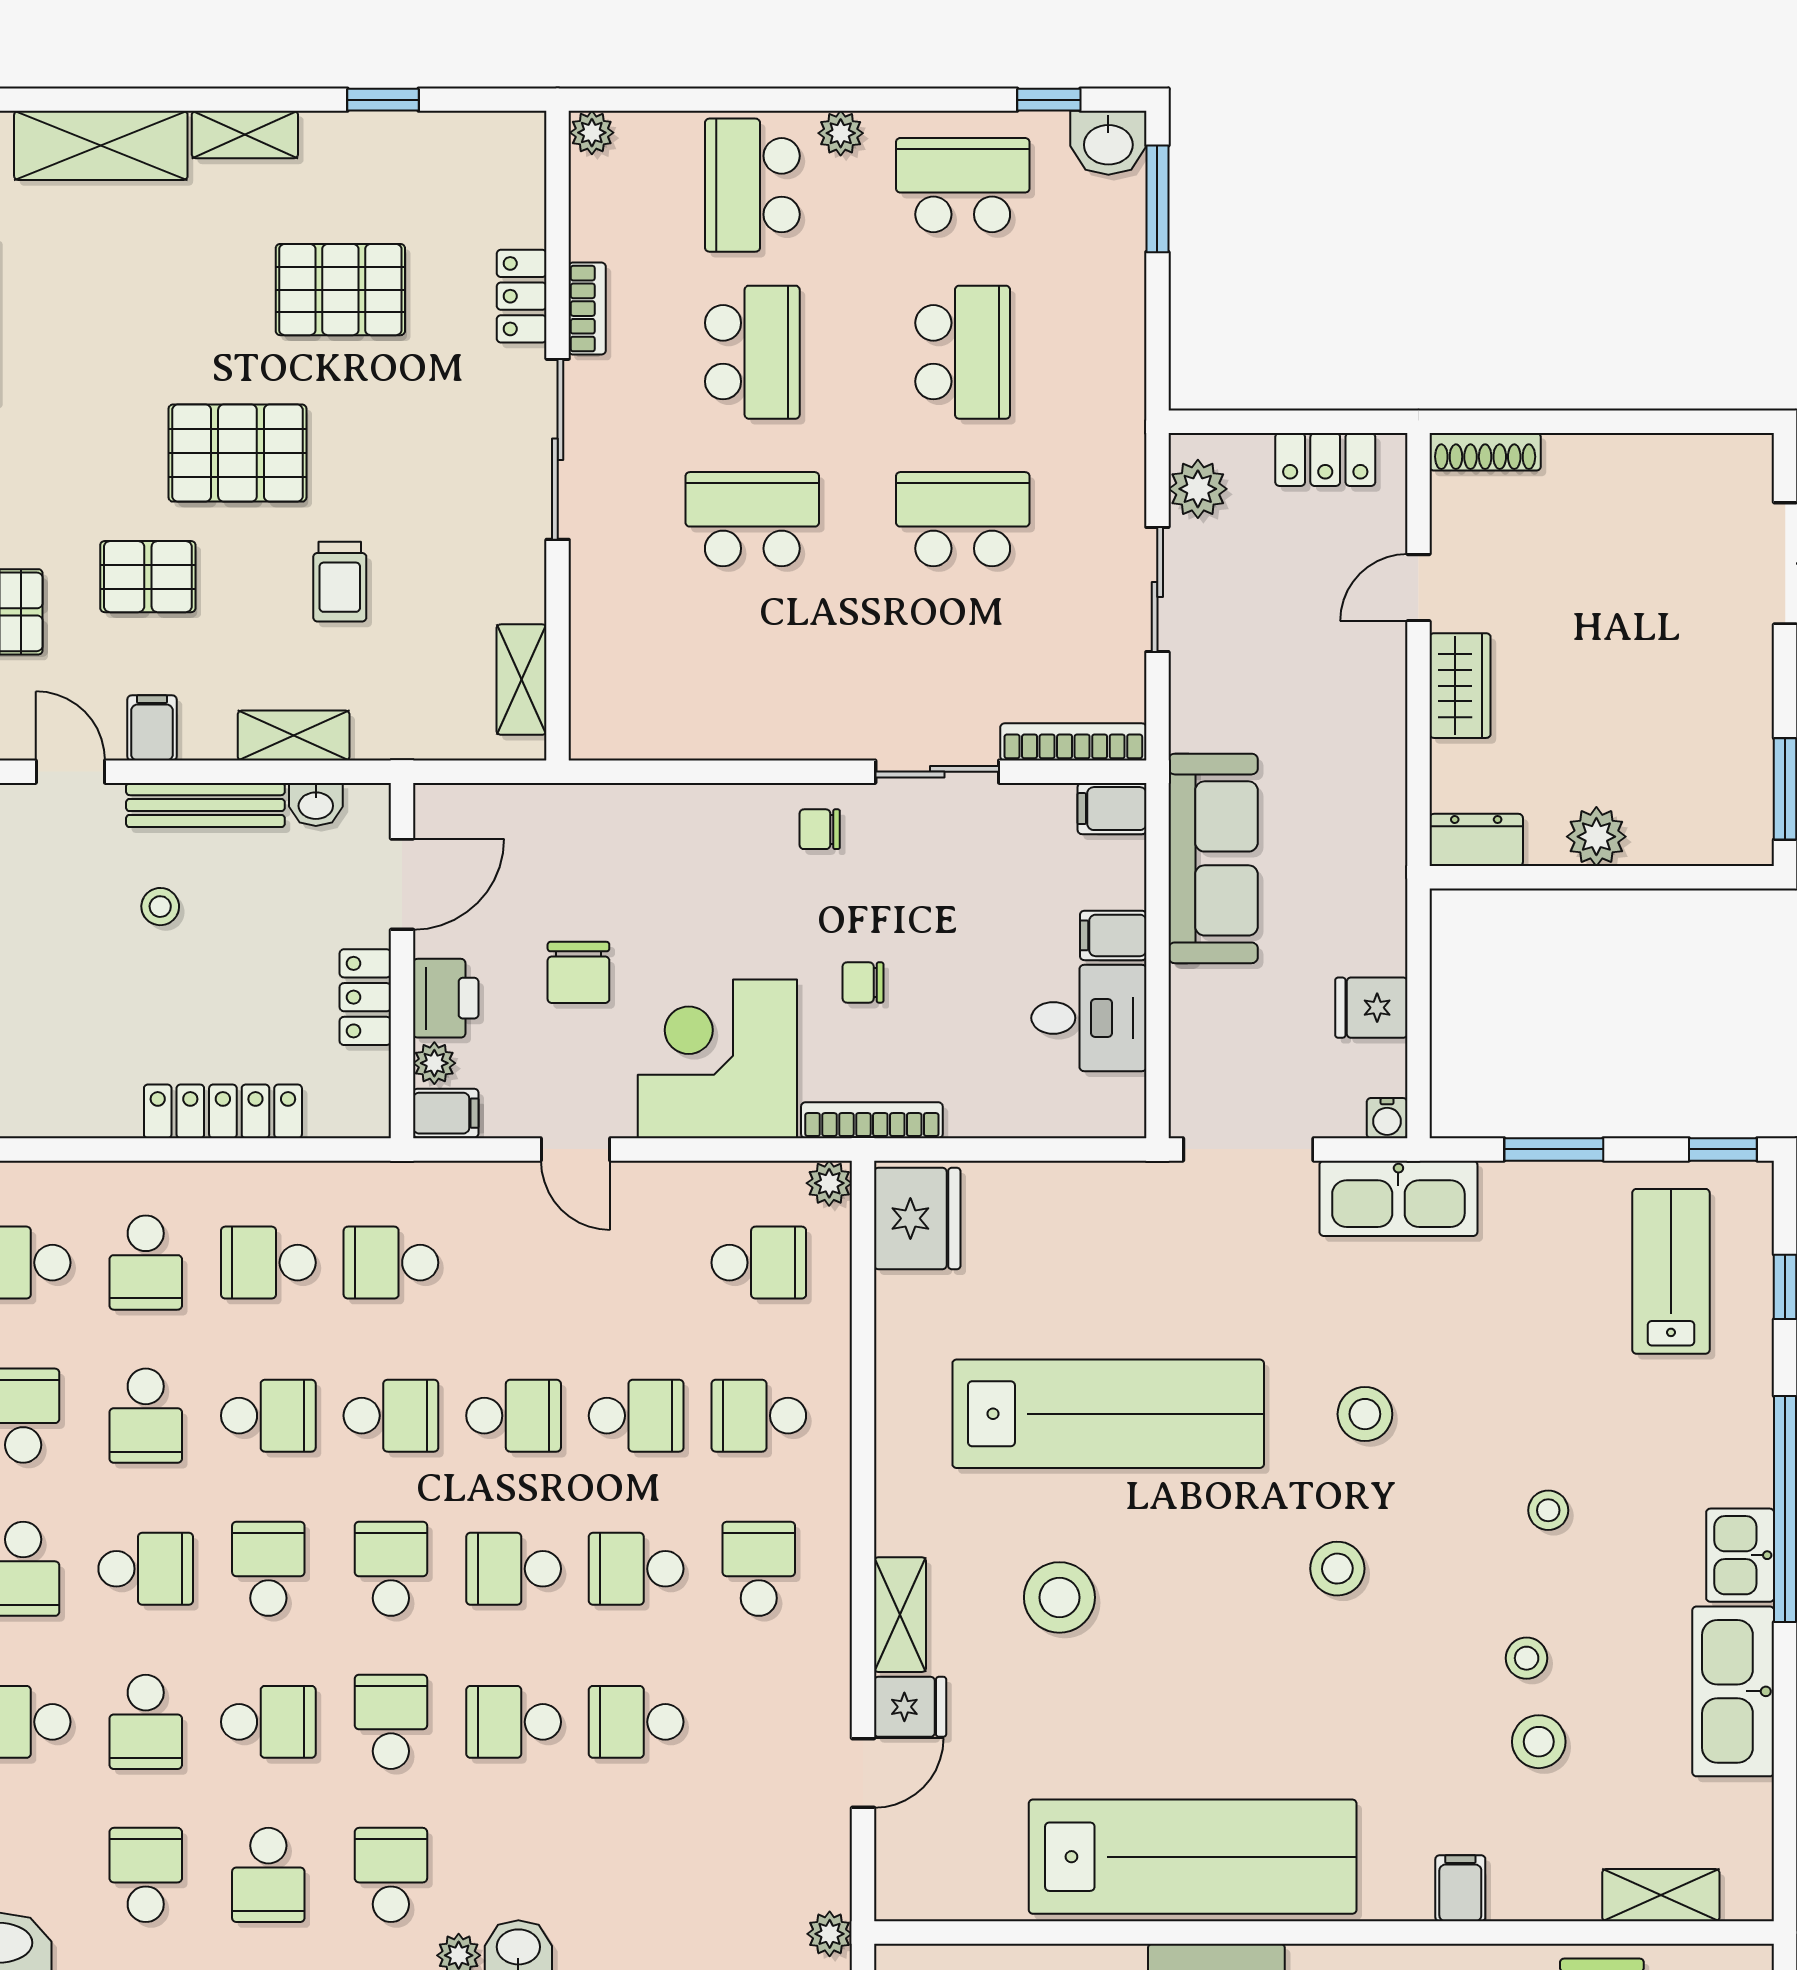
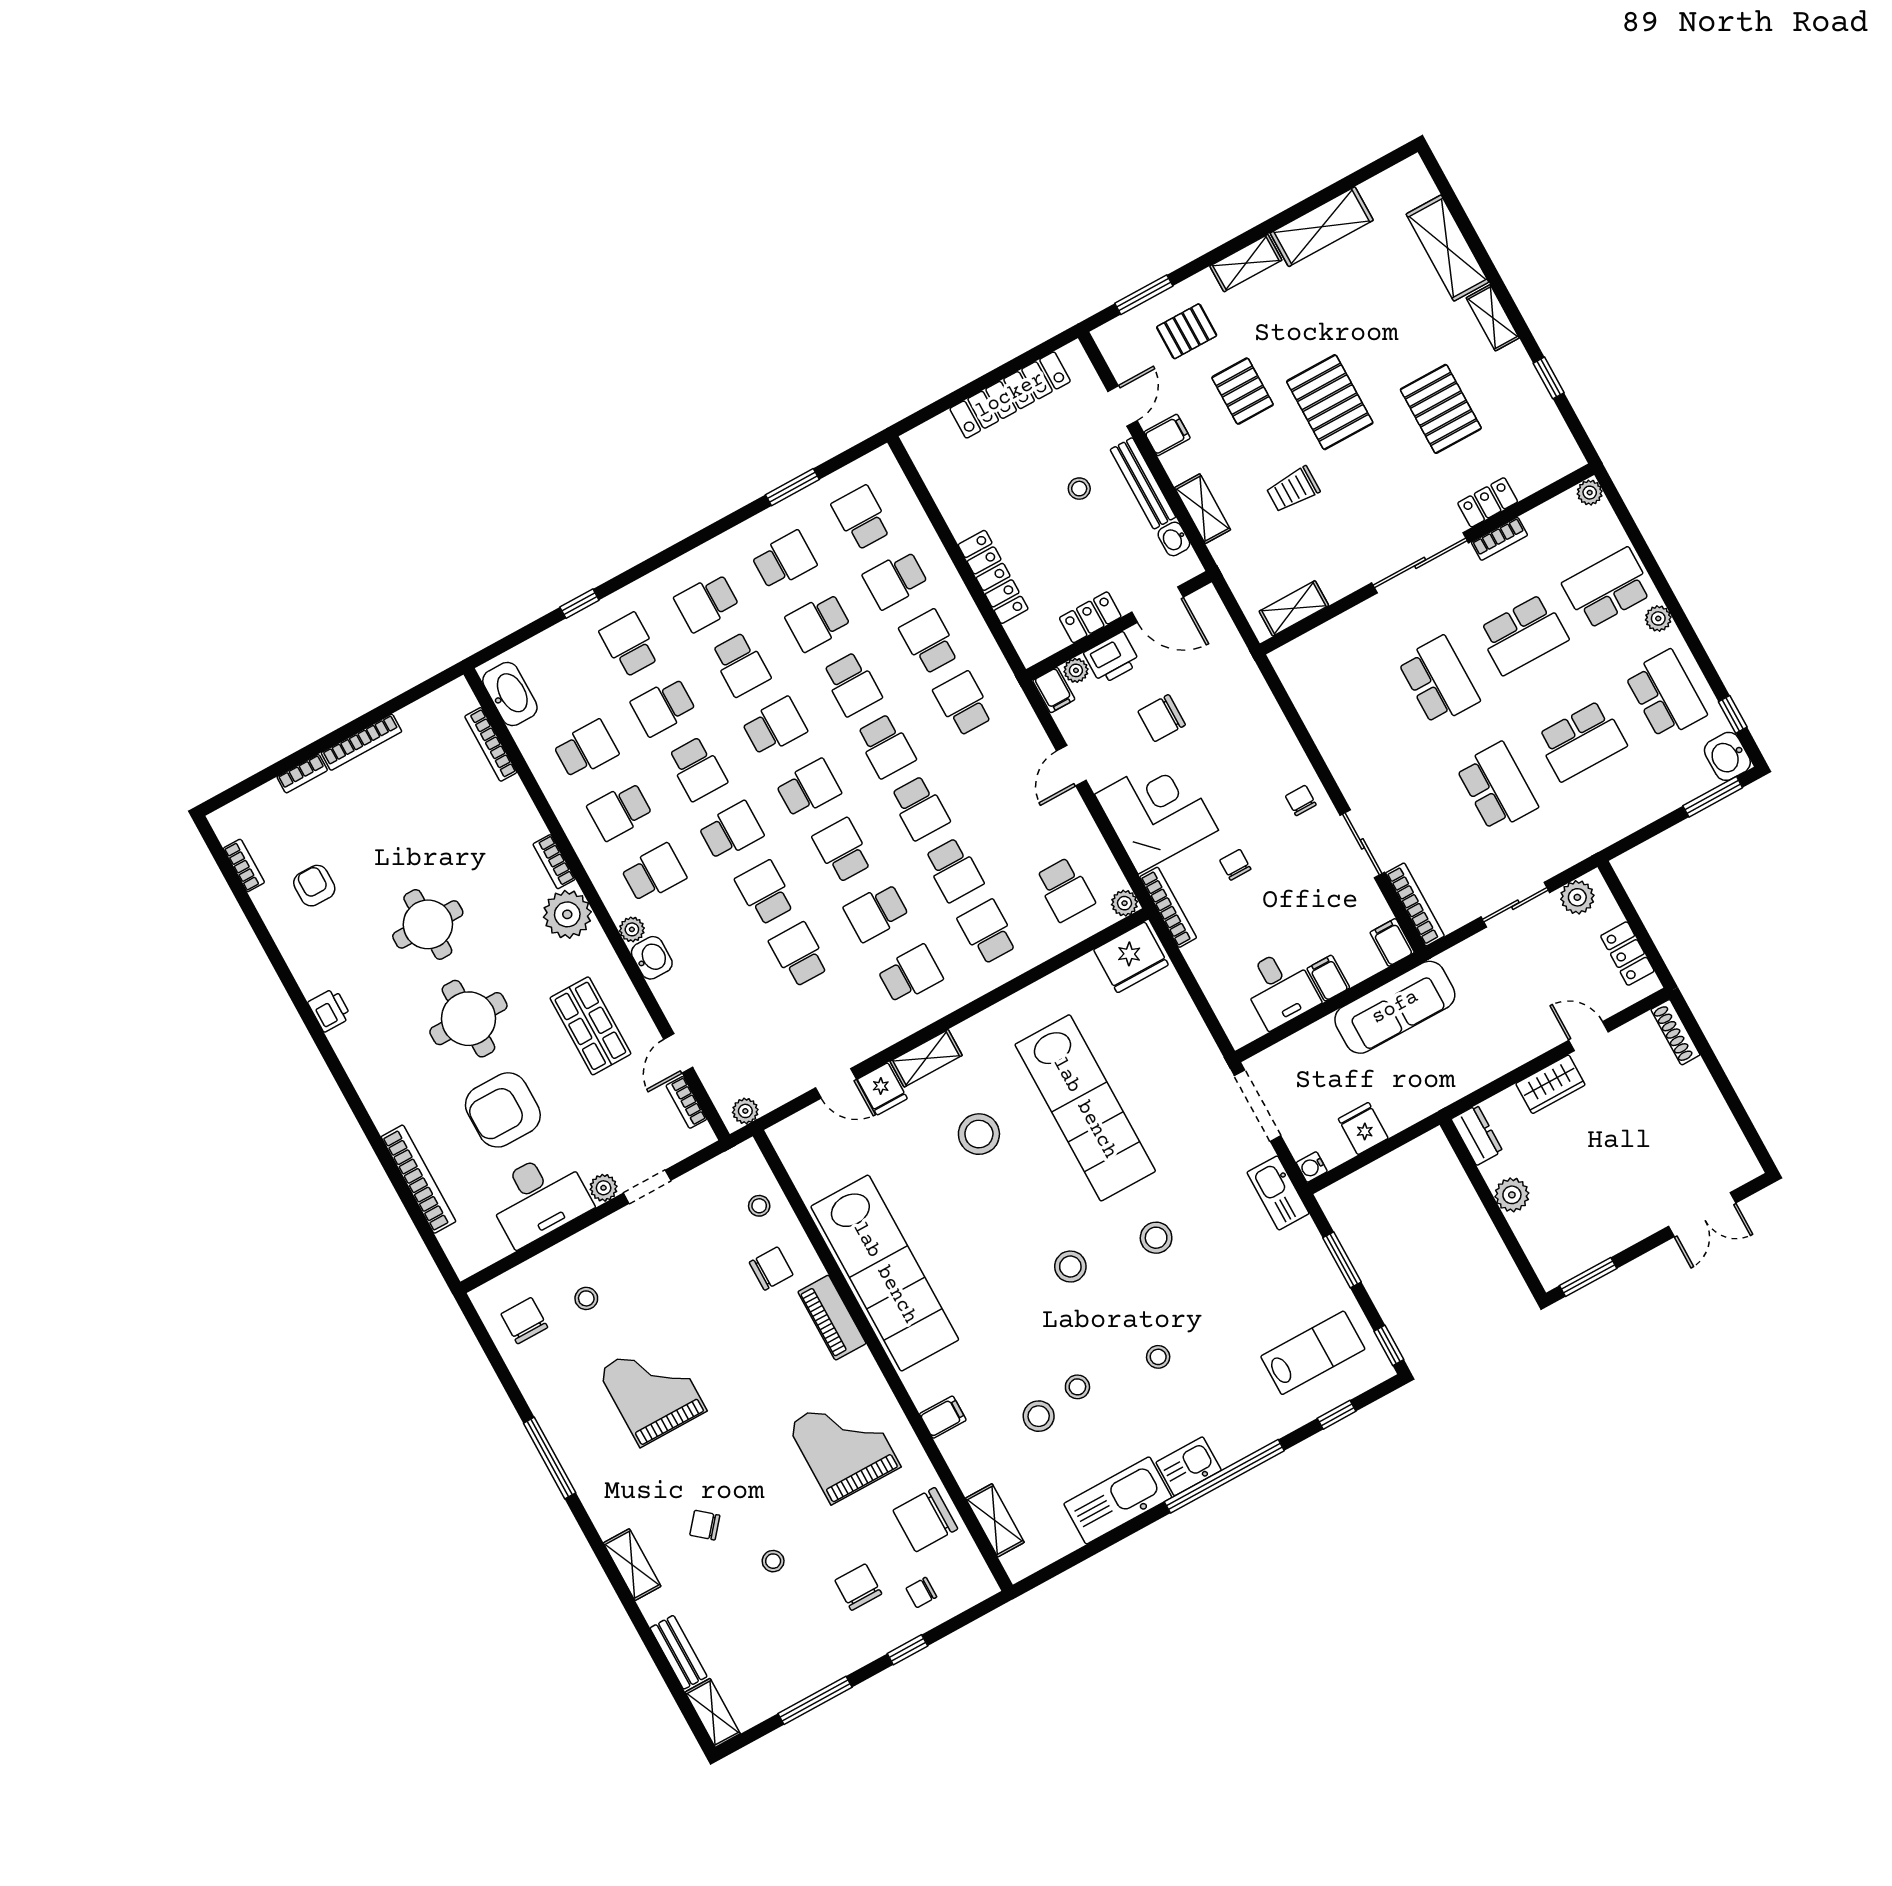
kitchen sink: (1398, 1198) -> (1278, 1193), width x0.73, depth x0.81
school desk: (636, 1569) -> (876, 912), turned -90

